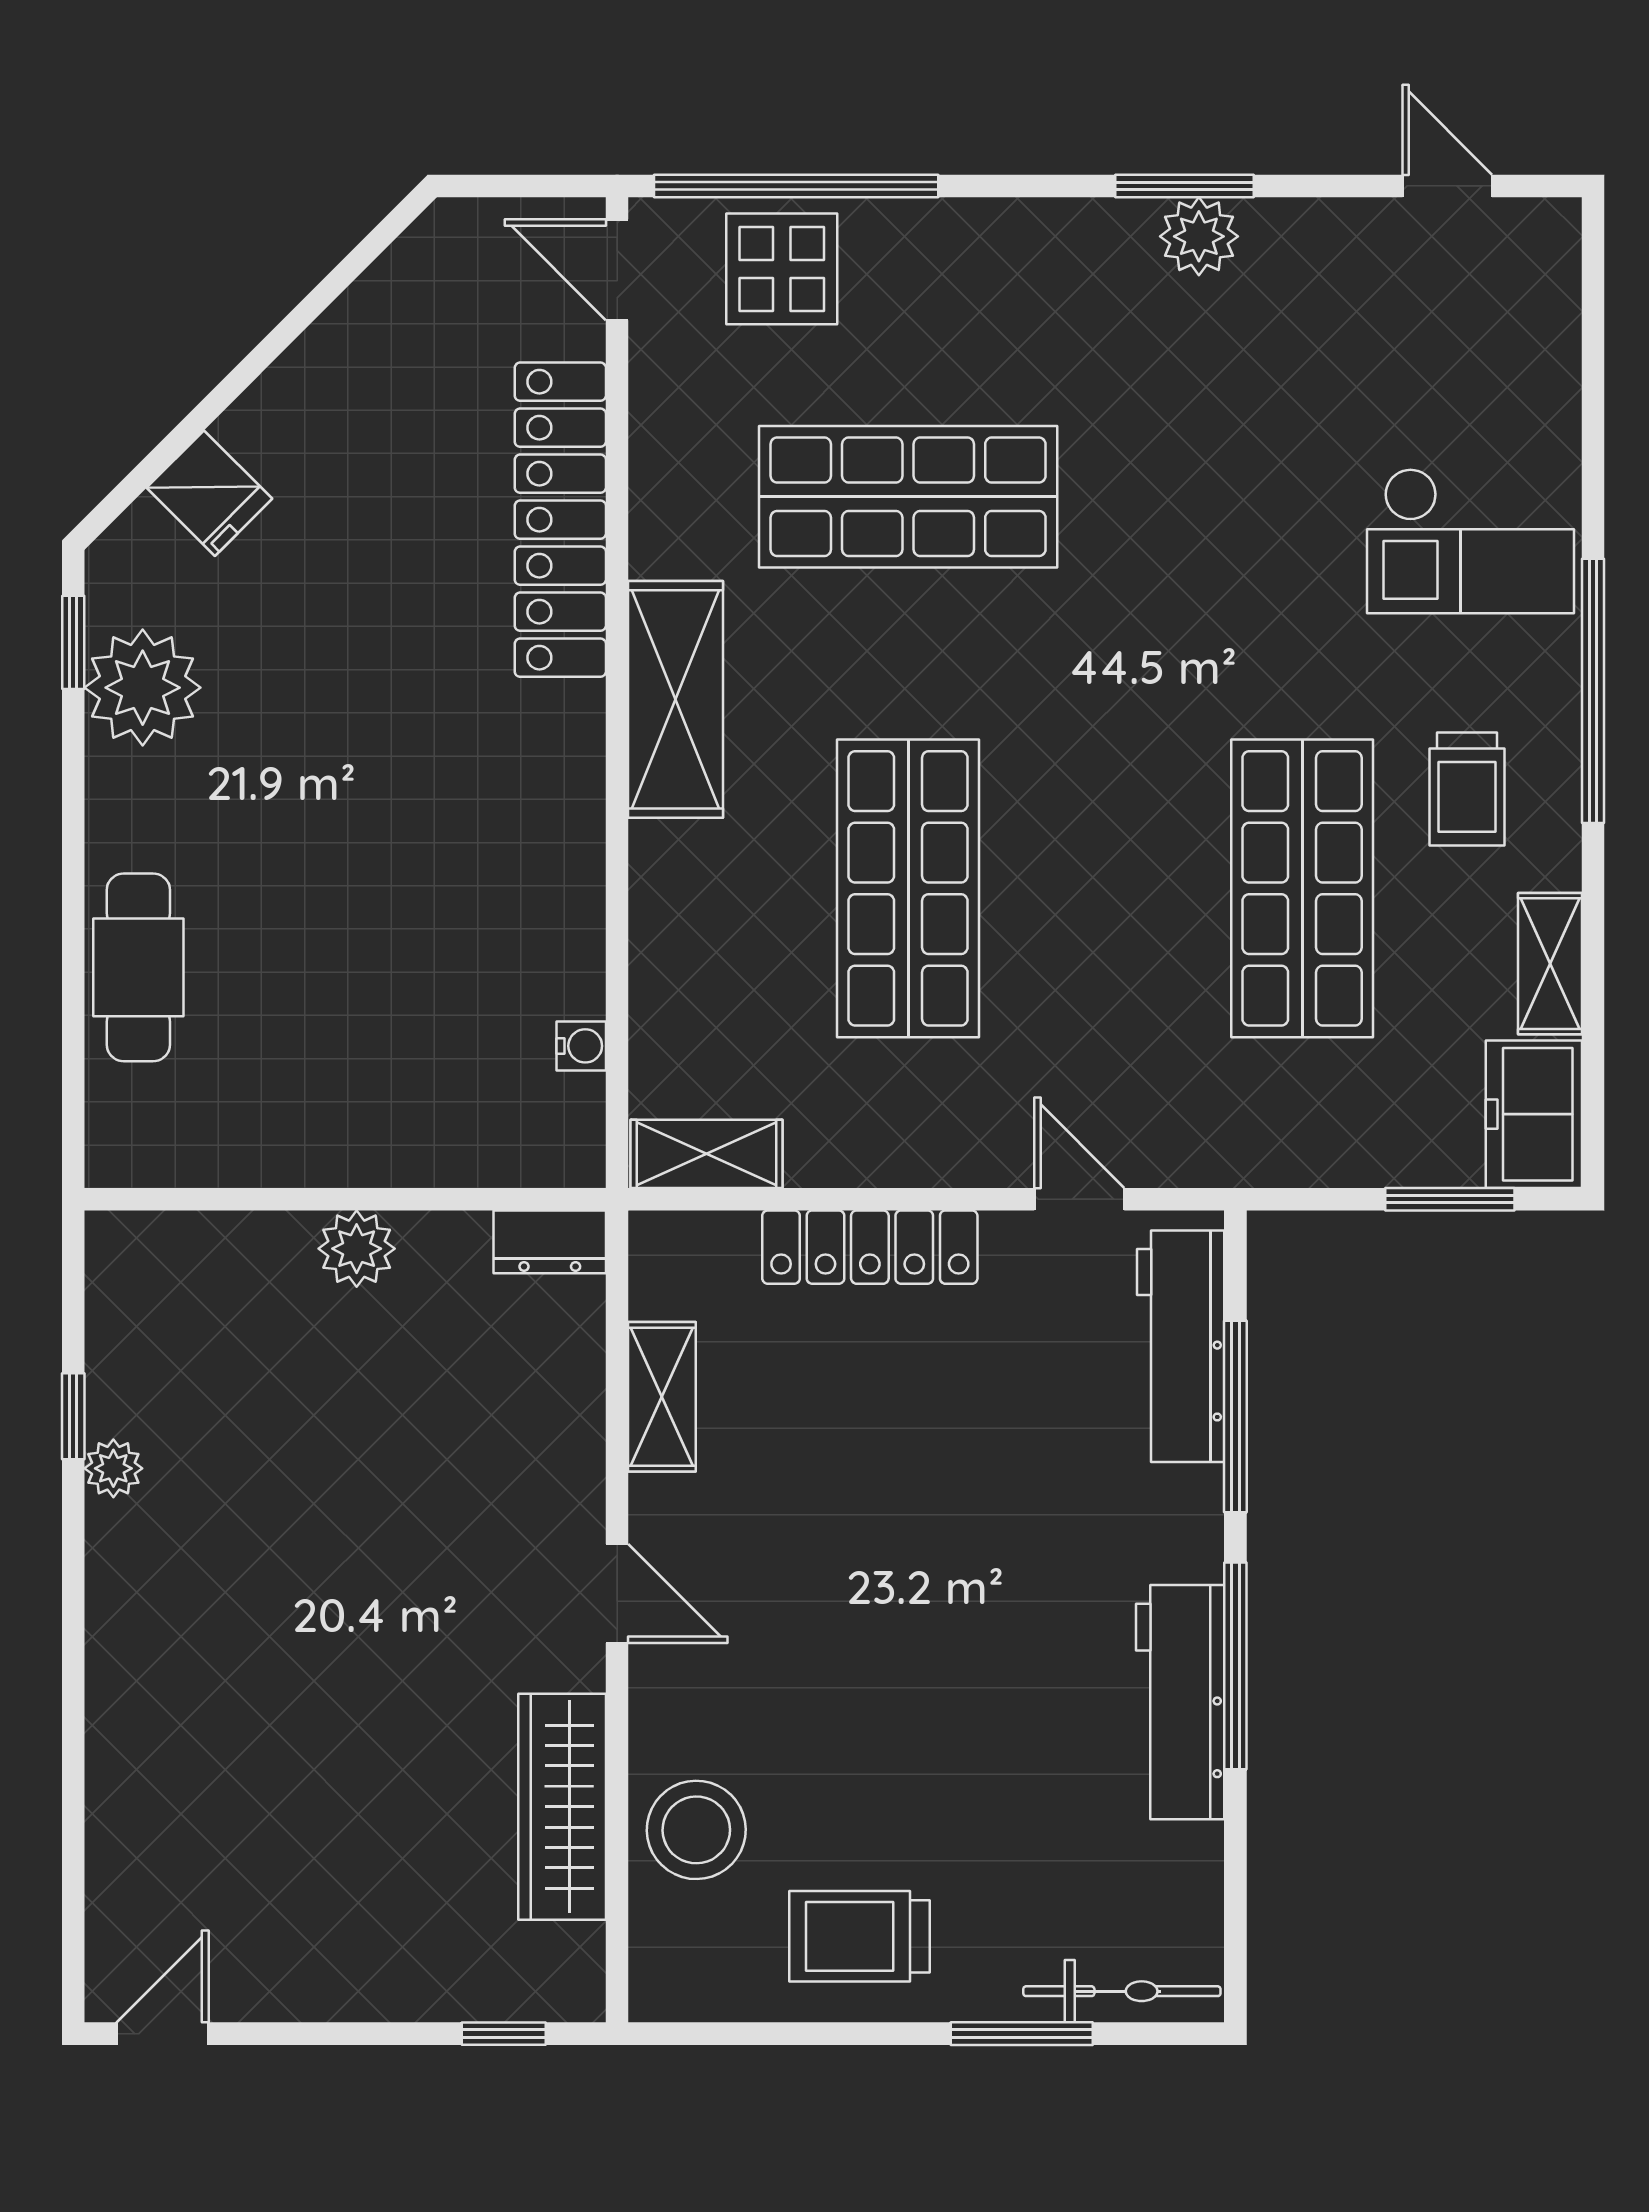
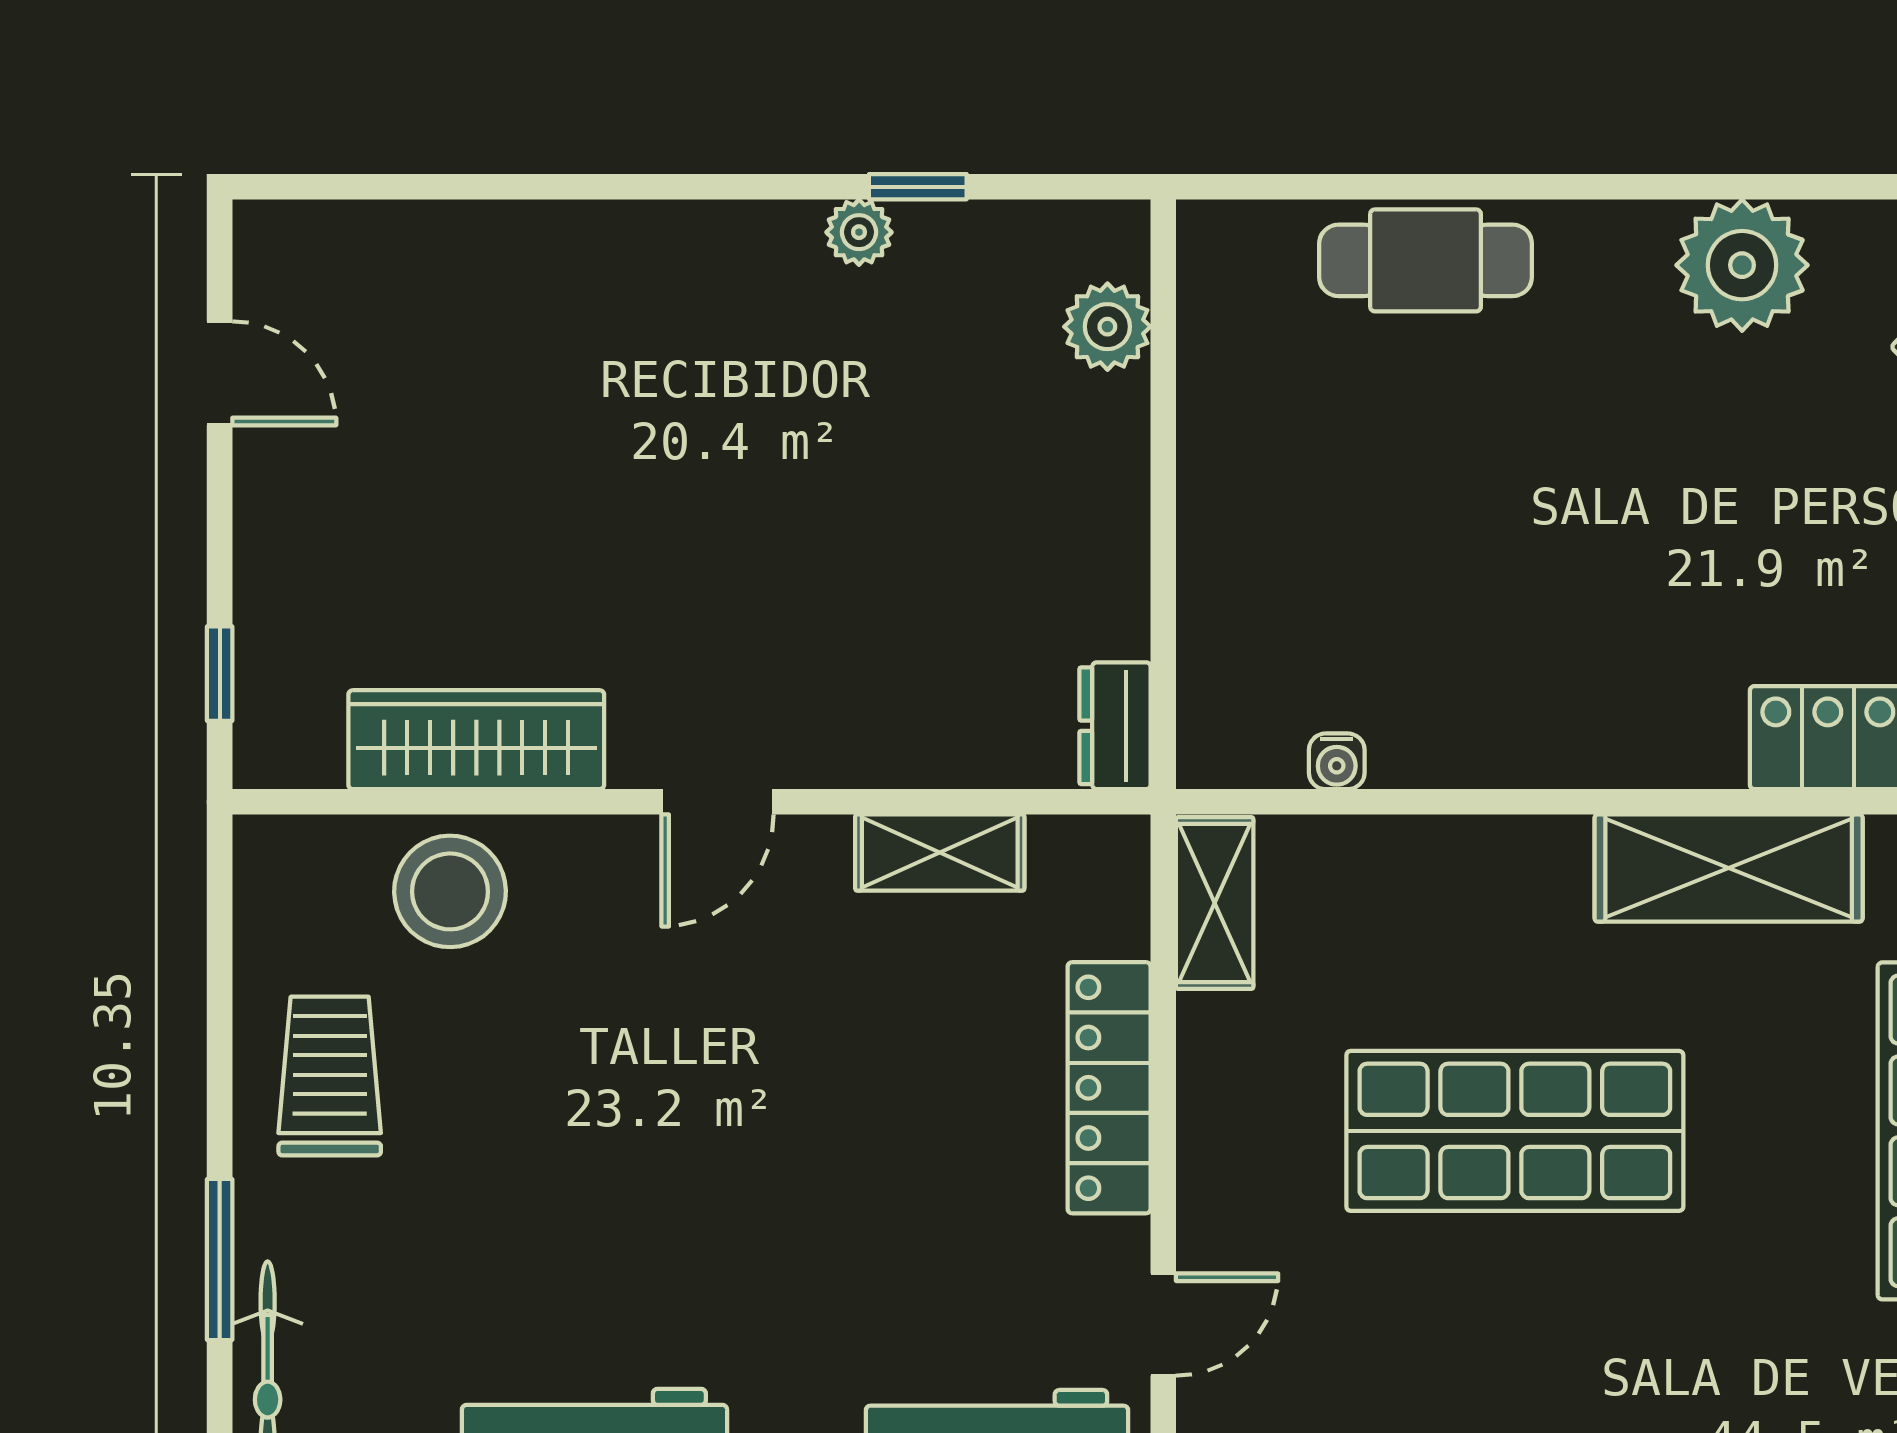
window: (73, 642) -> (1793, 187), removed
plant: (357, 1249) -> (1107, 327), moved
door: (163, 2034) -> (220, 373), moved

